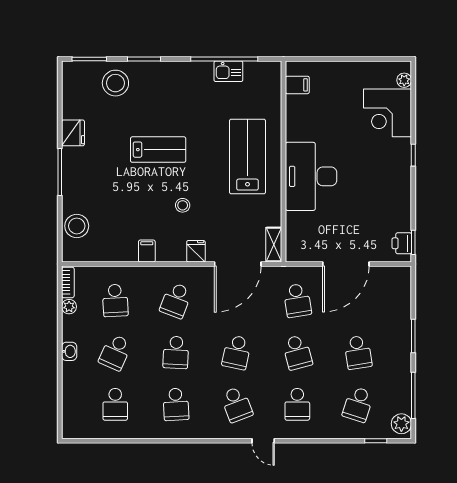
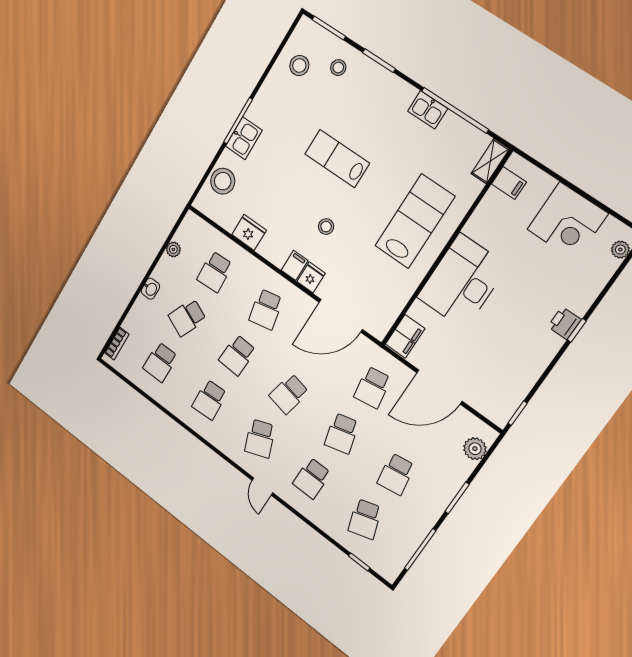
kitchen sink: (228, 71) -> (428, 110), moved
stool: (115, 83) -> (338, 68), width x0.53, depth x0.53
stool: (83, 100) -> (299, 66), added
corner desk: (388, 113) -> (567, 221), moved, turned -90
fridge: (73, 133) -> (249, 232), moved, turned -90
lab bench: (158, 150) -> (337, 159), turned 180
kitchen sink: (73, 182) -> (244, 138), added
printer: (402, 243) -> (564, 323), moved
shelving: (274, 245) -> (490, 161), moved
filing cabinet: (296, 245) -> (405, 336), added
filing cabinet: (147, 251) -> (295, 265), moved
bookcase: (68, 282) -> (117, 343), moved
school desk: (176, 300) -> (266, 309), turned -33
school desk: (358, 404) -> (365, 519), turned -36
plant: (401, 424) -> (475, 449), moved

